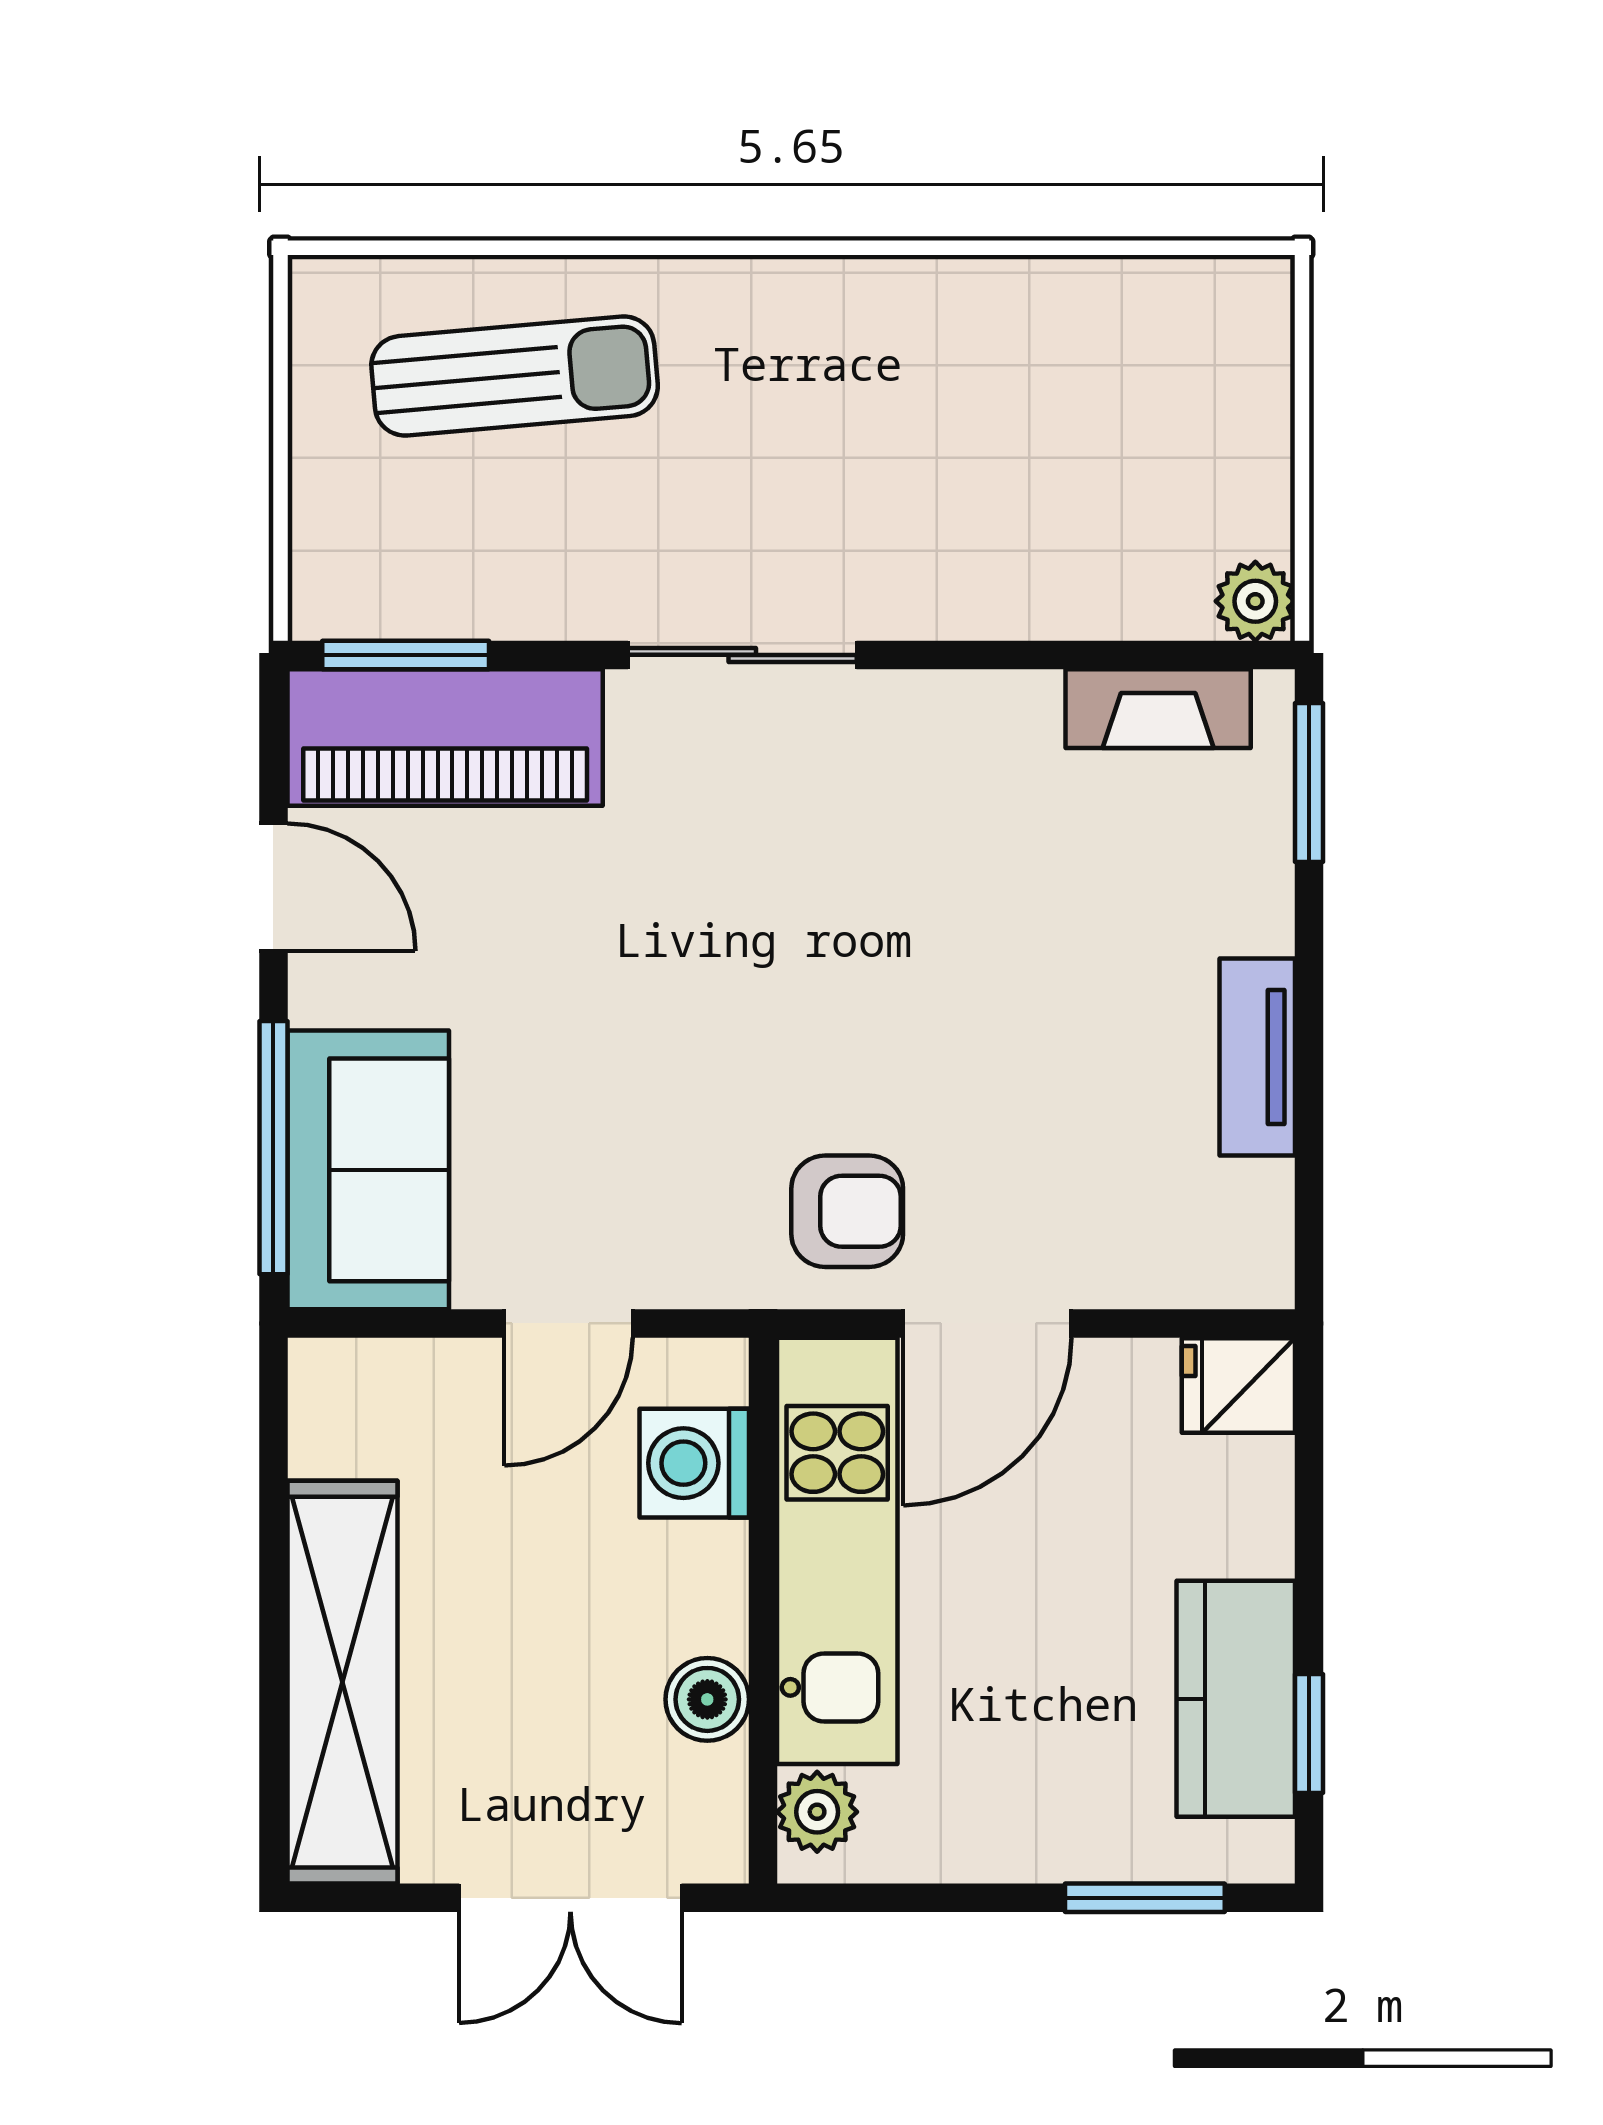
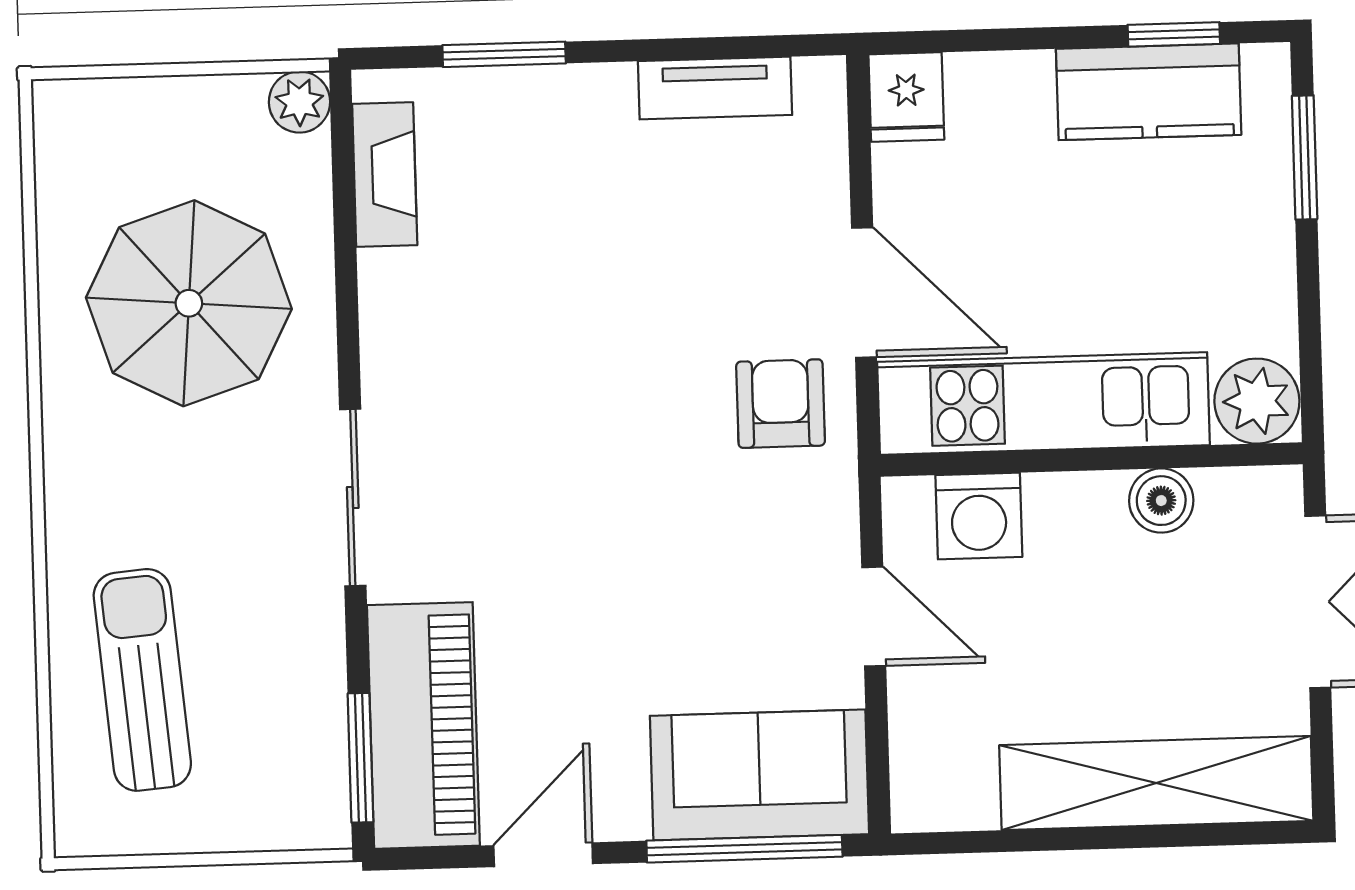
parasol: (999, 451) -> (189, 303), added
window: (1309, 783) -> (504, 54), moved
tv unit: (1257, 1057) -> (715, 88), moved
plant: (817, 1812) -> (1257, 401), width x1.38, depth x1.38

